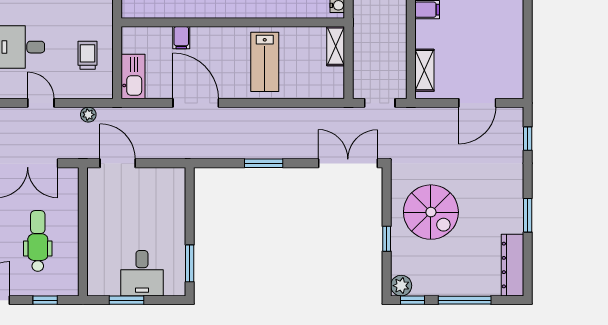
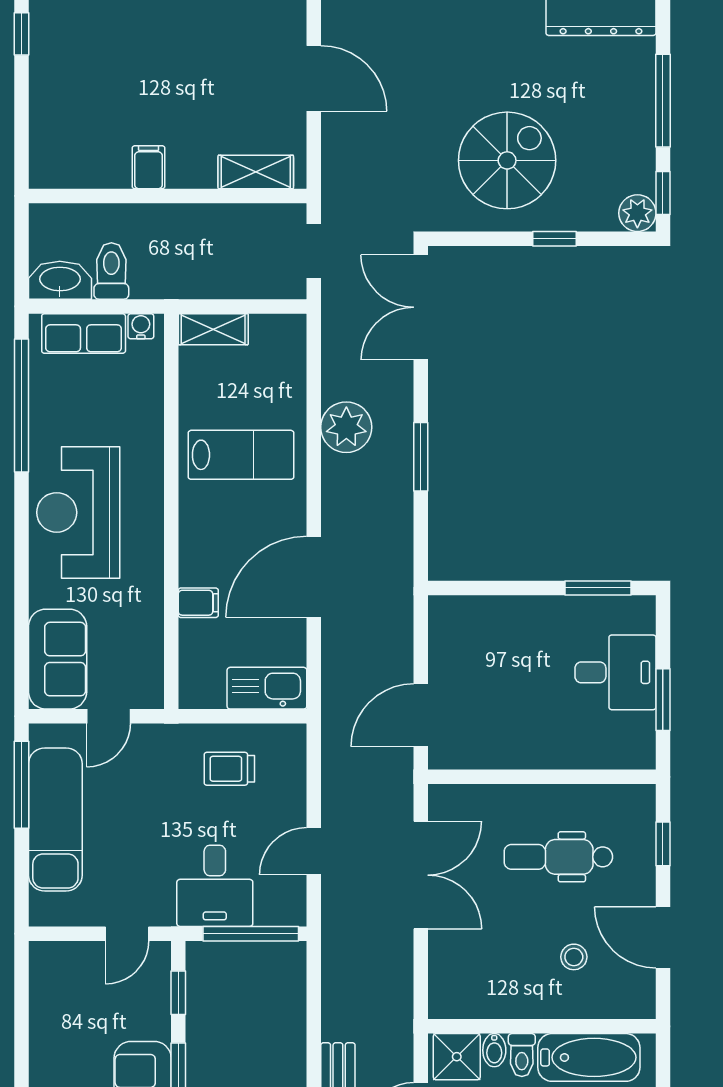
plant: (88, 115) -> (346, 427), moved, width x1.87, depth x1.87

